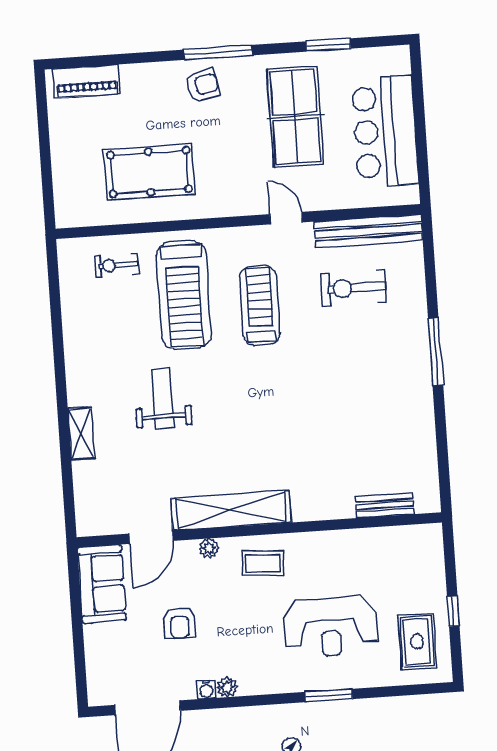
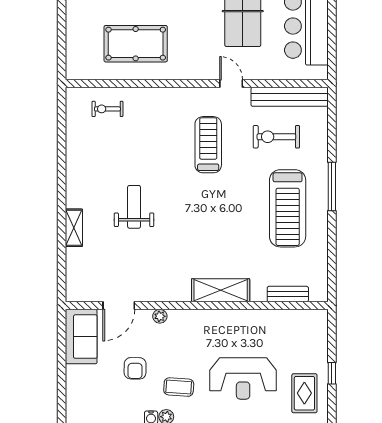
treadmill: (184, 295) -> (288, 208), moved
shelving: (231, 510) -> (221, 290), moved, width x0.68
coffee table: (263, 563) -> (179, 387), moved

